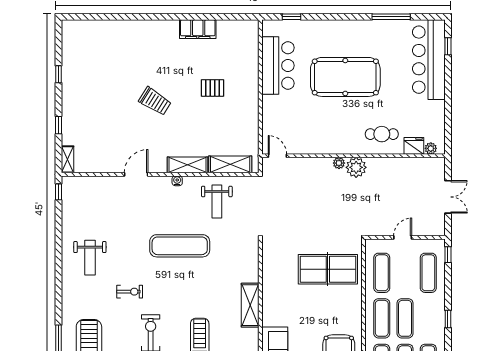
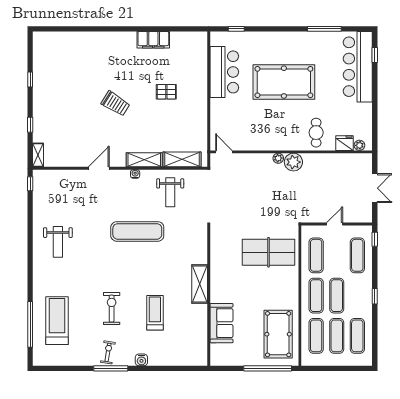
cafe table: (382, 134) -> (316, 133), turned 90
exercise bike: (130, 292) -> (93, 272), removed

